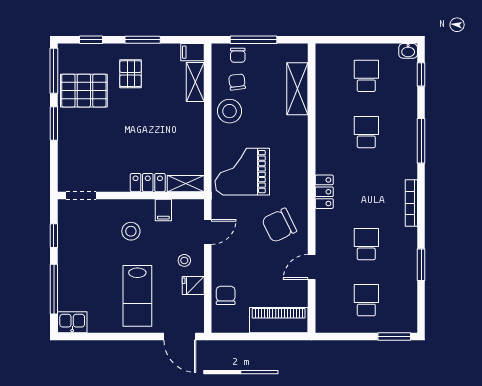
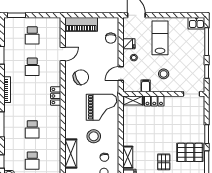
stool: (229, 111) -> (94, 136), moved

